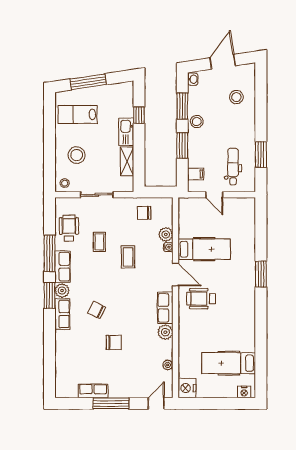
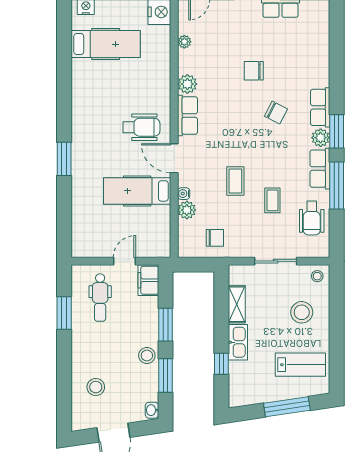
filing cabinet: (196, 174) -> (148, 280), width x2.00
door: (214, 195) -> (124, 261), hinge flipped

